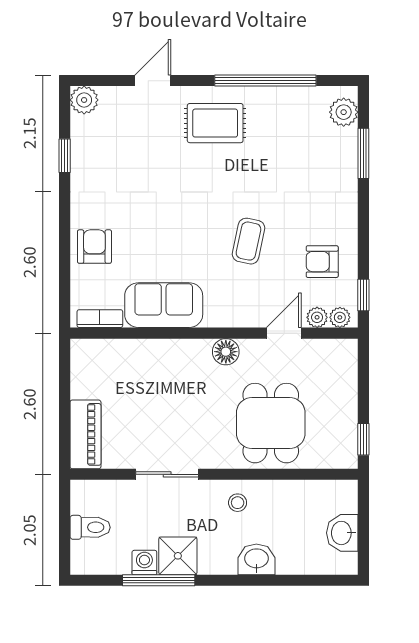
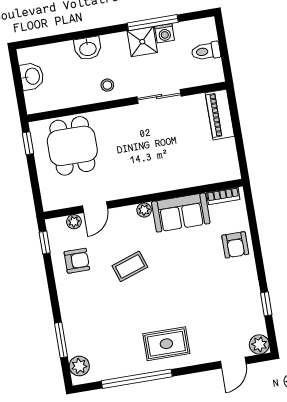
door: (153, 81) -> (233, 363), moved
coffee table: (248, 241) -> (130, 266), turned 59
plant: (340, 317) -> (144, 210), moved
floor lamp: (226, 352) -> (133, 188), removed
dining table: (271, 423) -> (72, 146), moved

